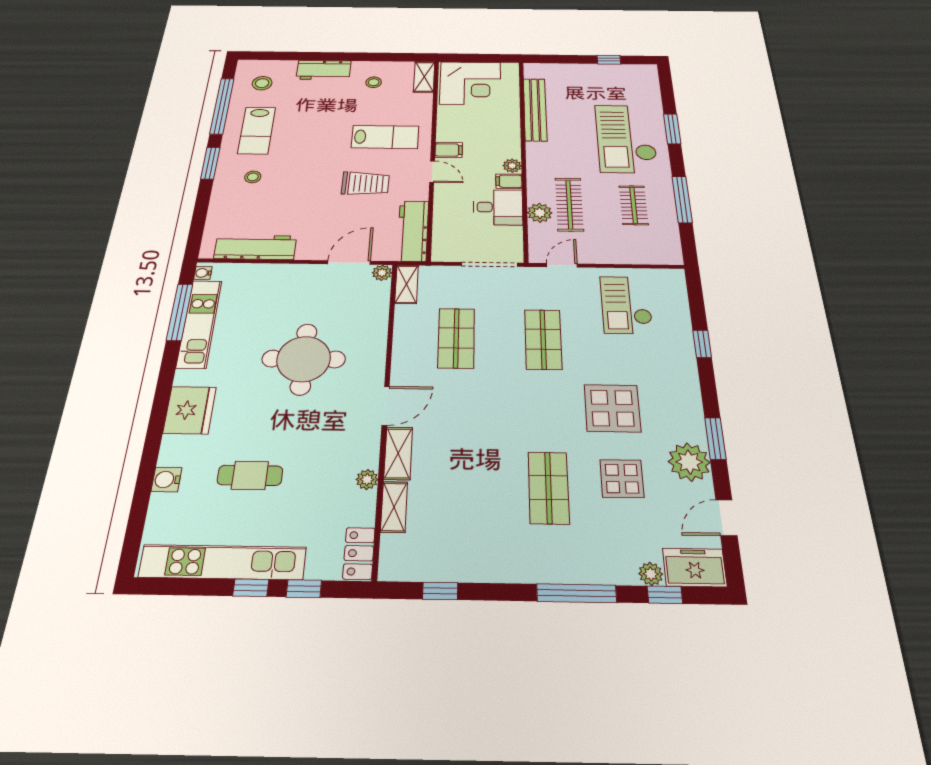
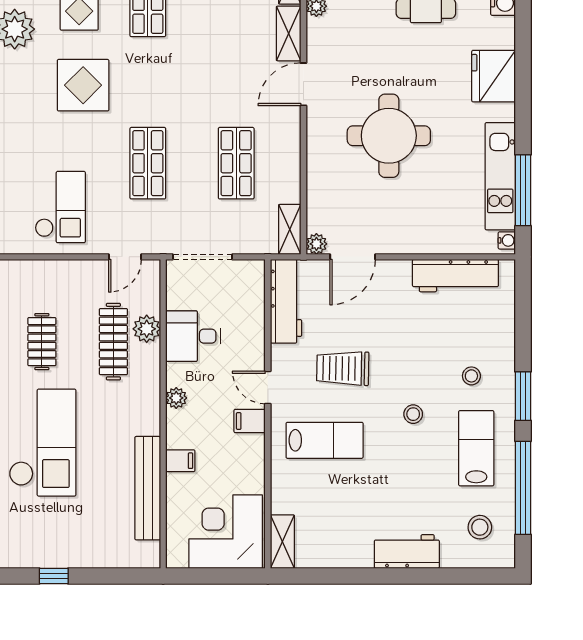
stool: (374, 82) -> (413, 414), moved
lab bench: (385, 137) -> (325, 440), turned 180
filing cabinet: (509, 181) -> (180, 461), moved

